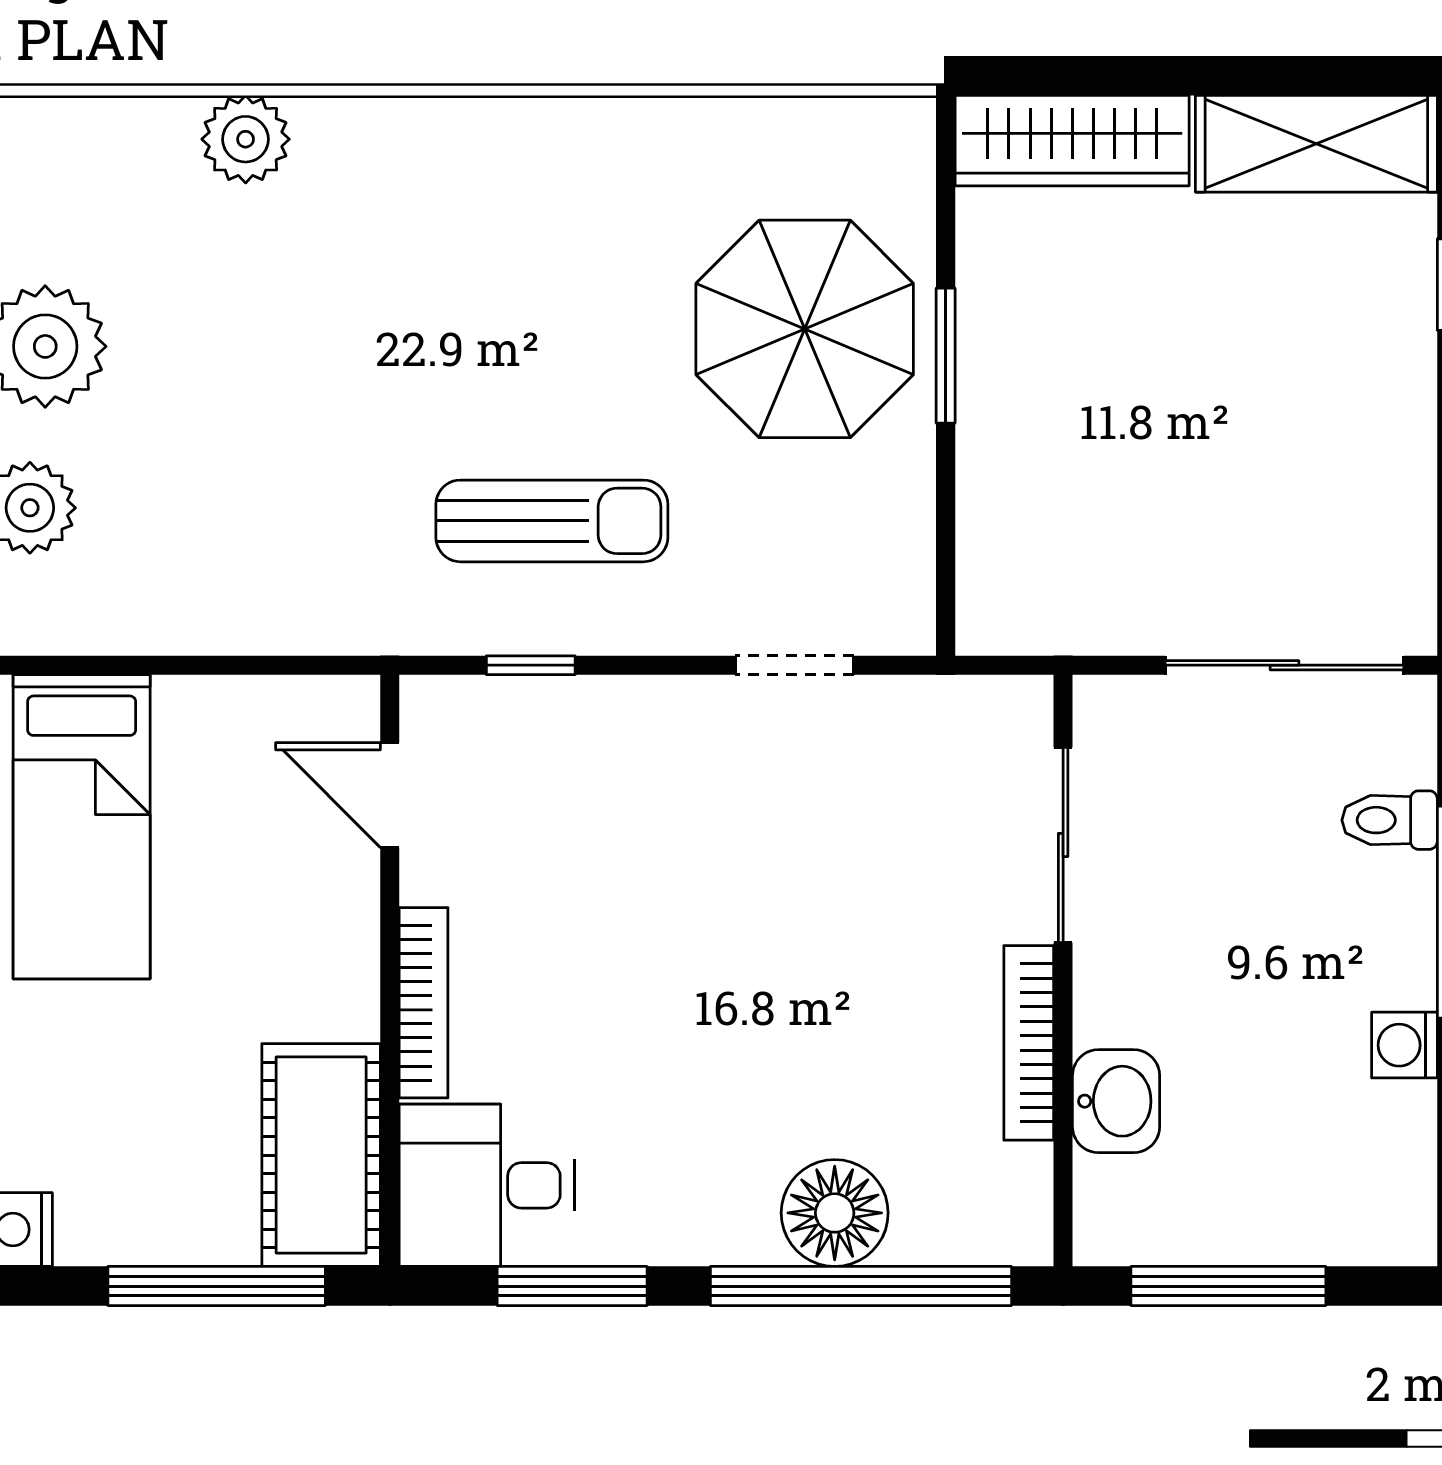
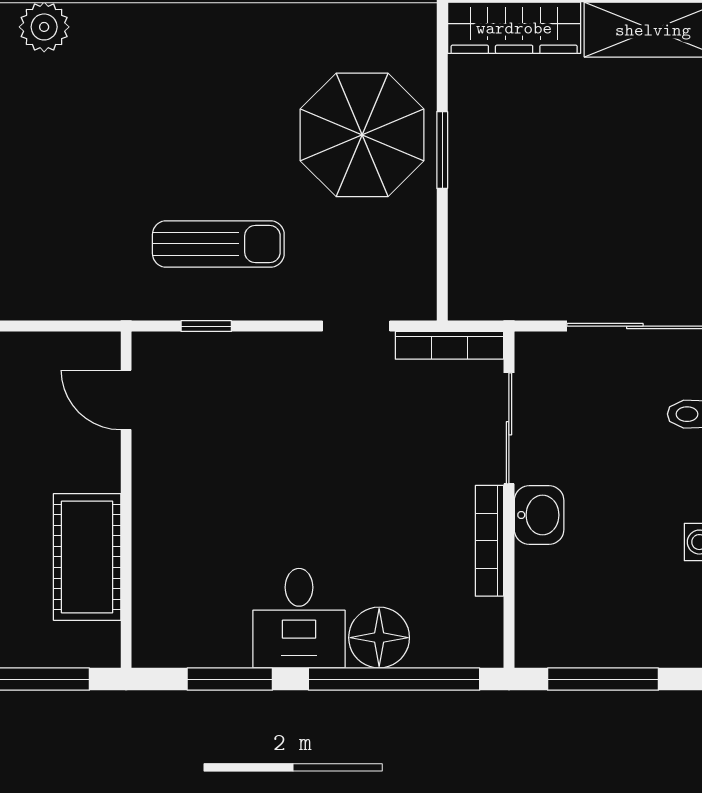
bookcase: (424, 1003) -> (449, 345), moved, turned 90
washbasin: (1116, 1101) -> (539, 515), moved
cot: (321, 1155) -> (87, 557), moved
desk: (487, 1185) -> (299, 618), moved, turned -90

